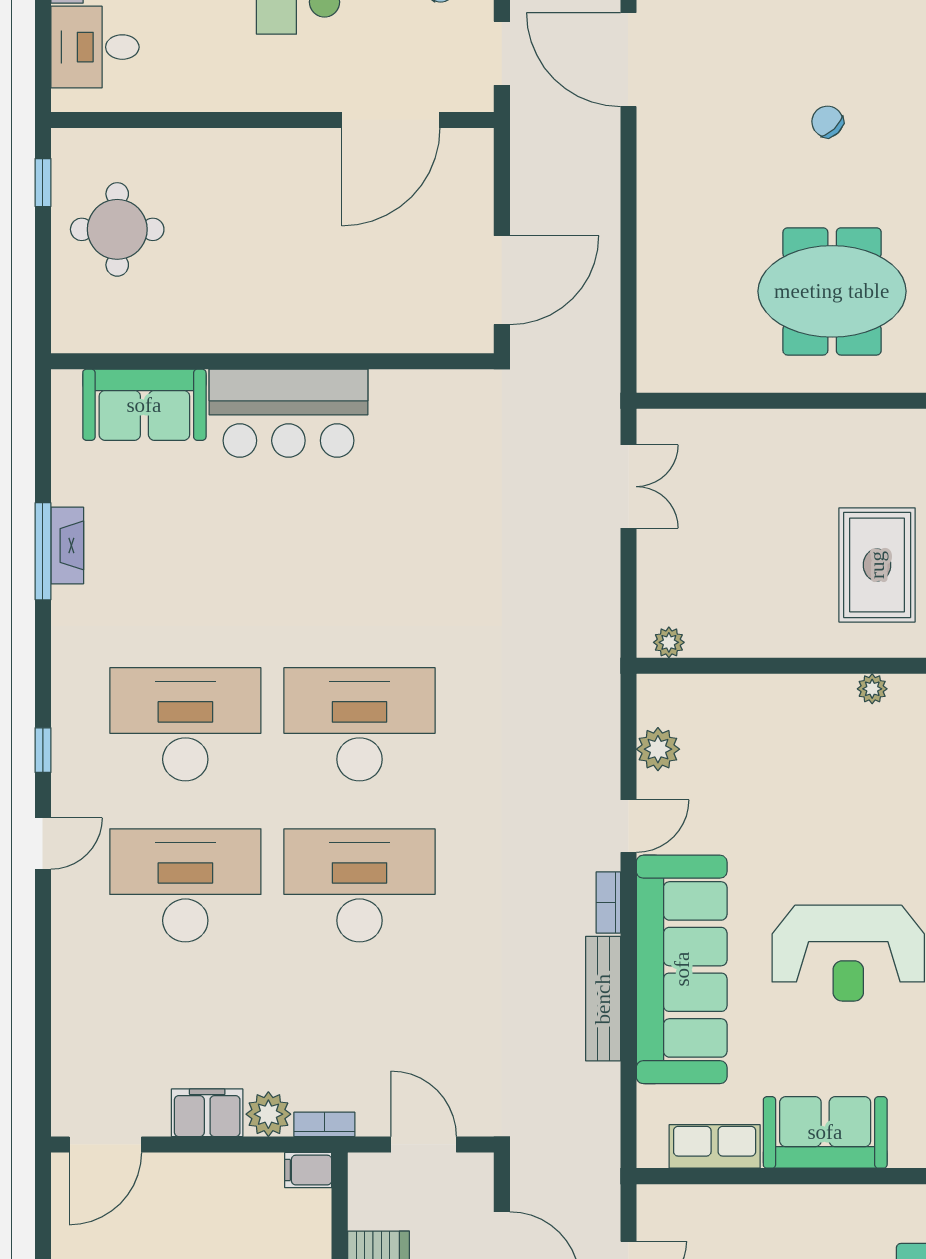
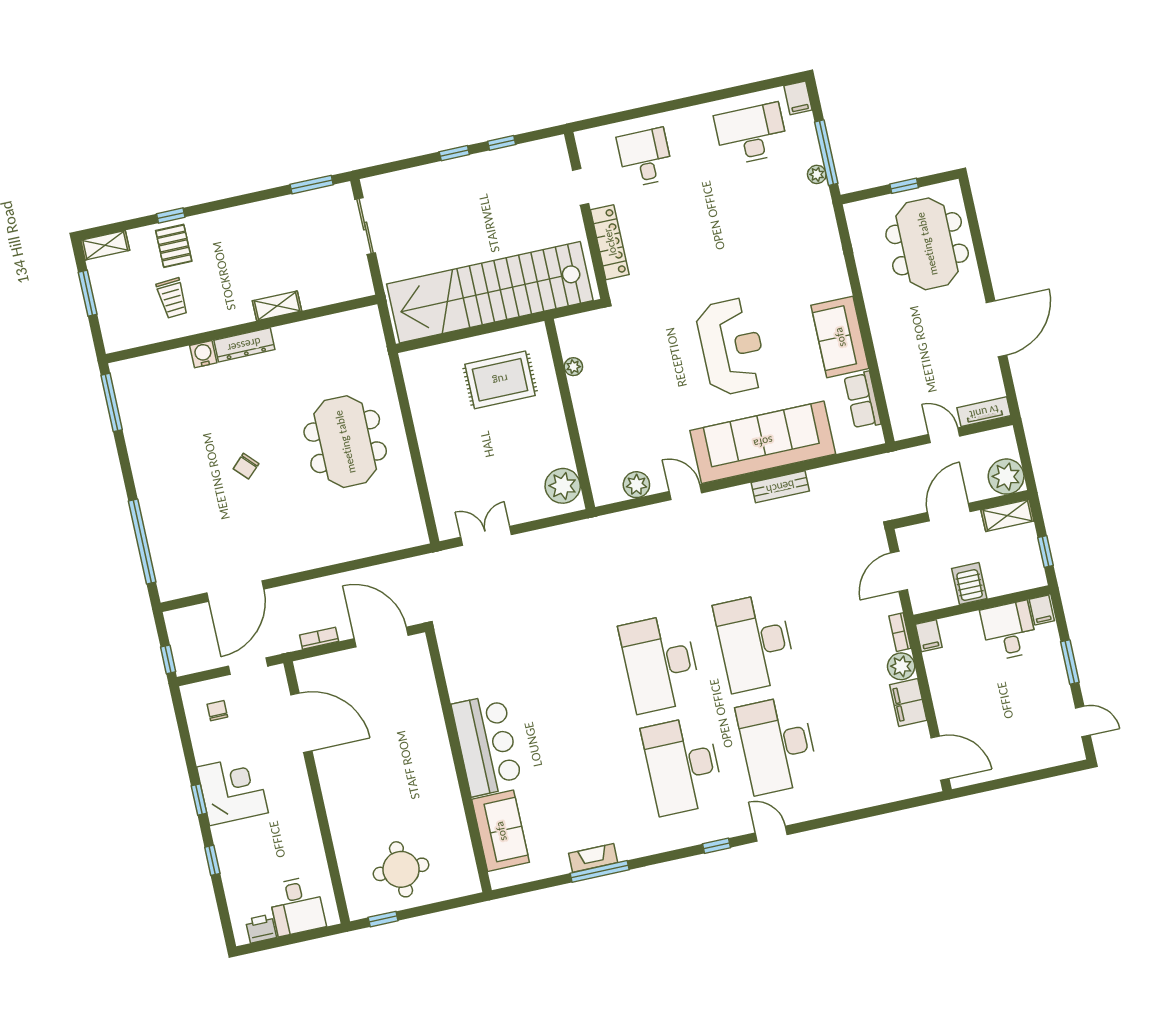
plant: (669, 642) -> (563, 486), width x1.88, depth x1.88
bookcase: (608, 903) -> (319, 638), moved, turned 180
bench: (603, 999) -> (780, 487), width x0.73

